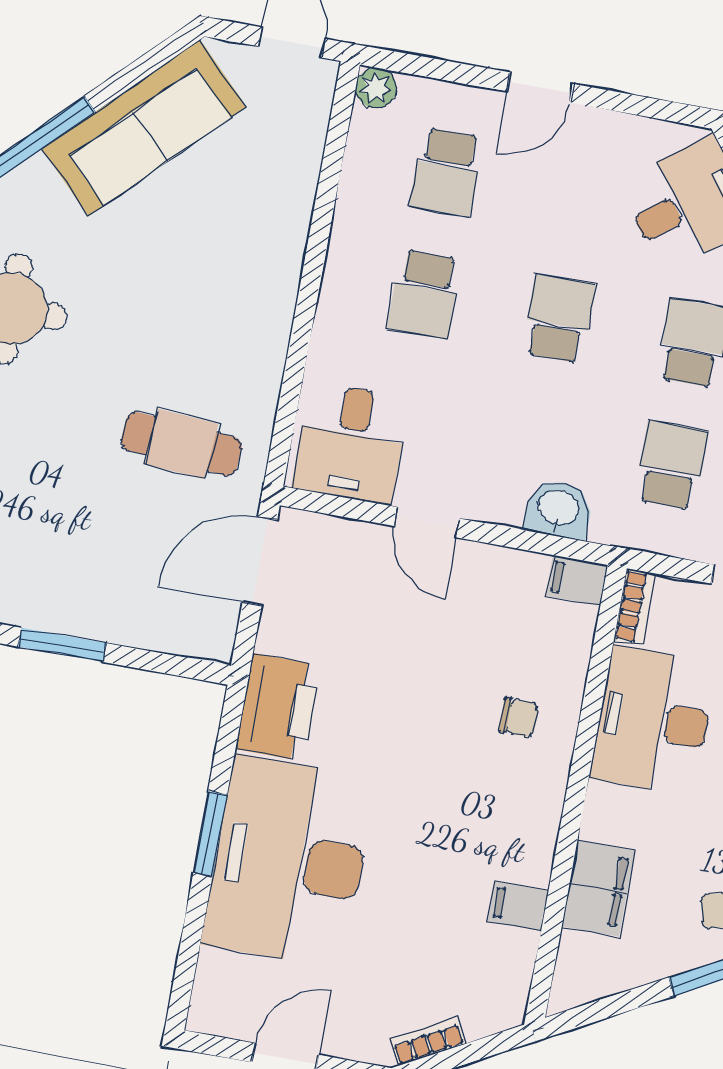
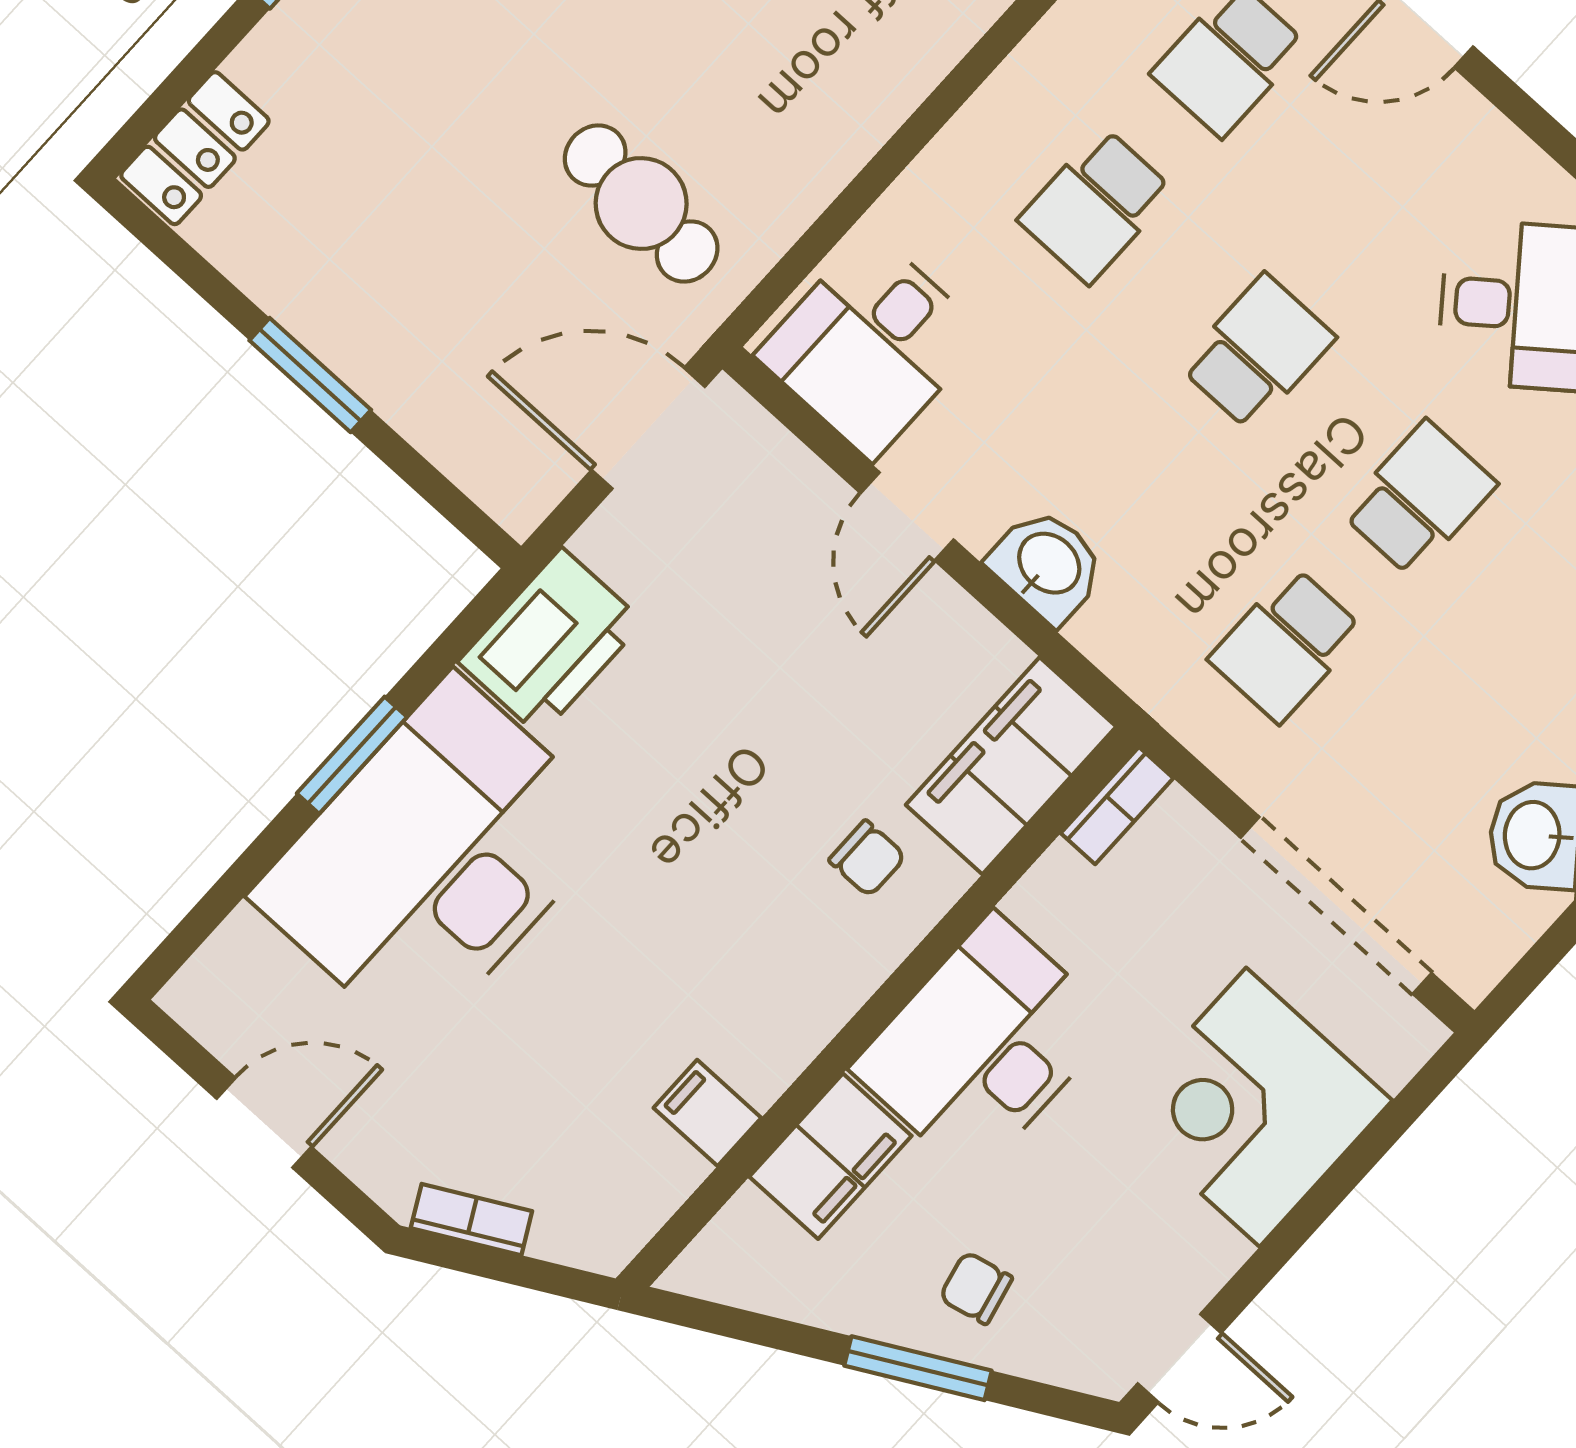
school desk: (671, 465) -> (1286, 645), turned 180
washbasin: (558, 509) -> (1048, 565), moved
filing cabinet: (577, 580) -> (1011, 766), width x3.00, depth x1.17
desk: (653, 721) -> (983, 1046), moved

